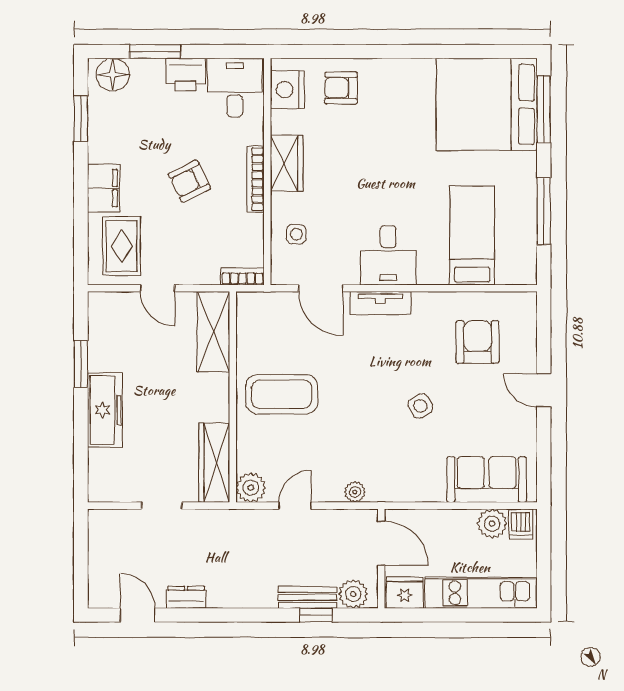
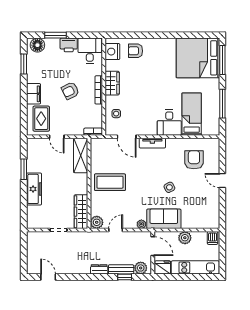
desk: (388, 255) -> (169, 123), moved
sofa: (487, 479) -> (164, 219), moved
plant: (492, 524) -> (185, 238), moved
dresser: (186, 597) -> (99, 269), moved

